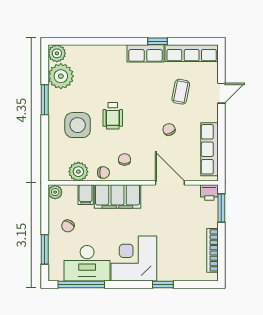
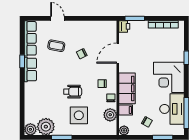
row of seats: (209, 149) -> (95, 26), removed

